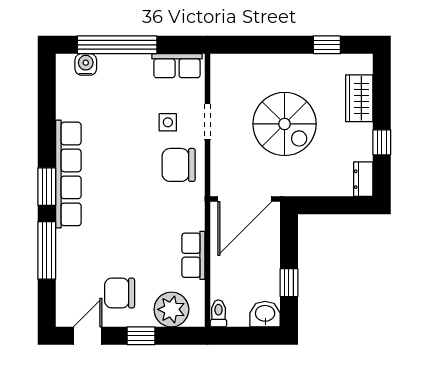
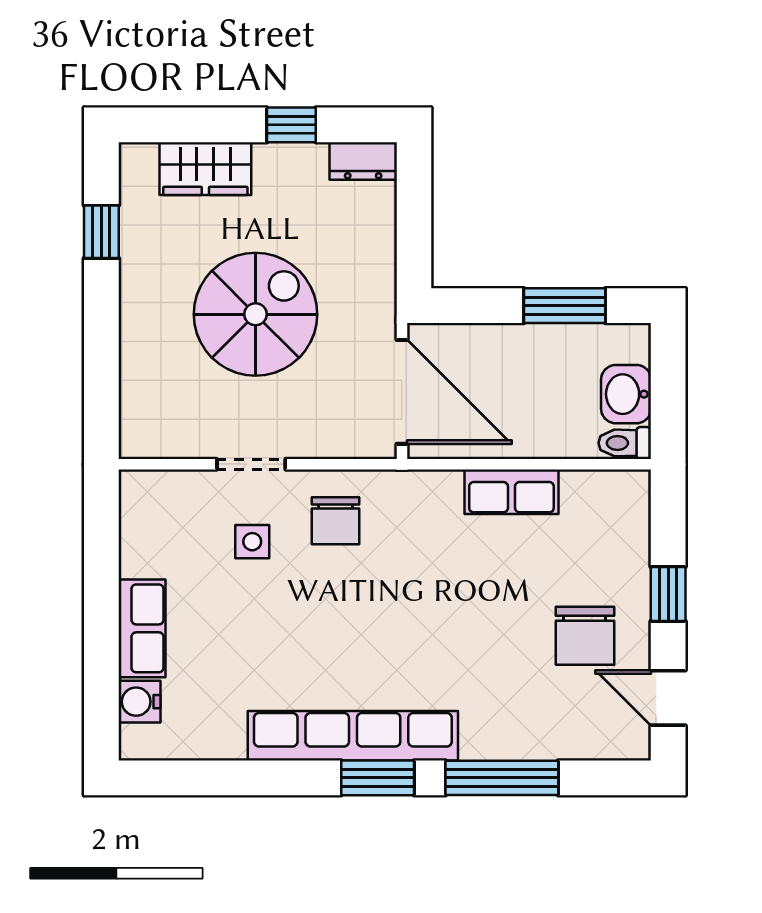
window: (117, 45) -> (101, 641), removed
row of seats: (177, 66) -> (142, 628), moved
chair: (179, 165) -> (335, 521), width x0.73, depth x0.73
window: (289, 283) -> (565, 306), width x1.50
plant: (171, 309) -> (617, 535), removed
washbasin: (265, 314) -> (626, 394), moved

